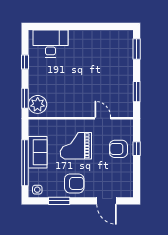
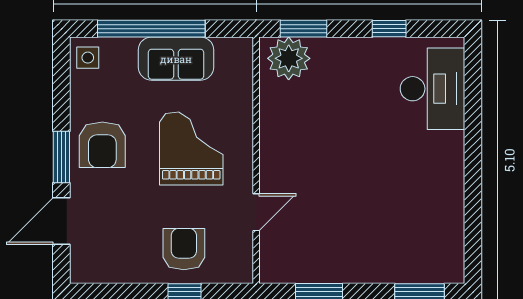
window: (59, 201) -> (61, 157), moved

